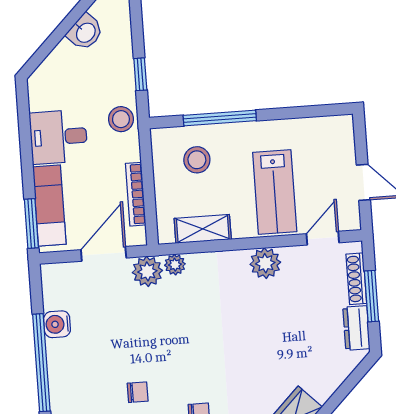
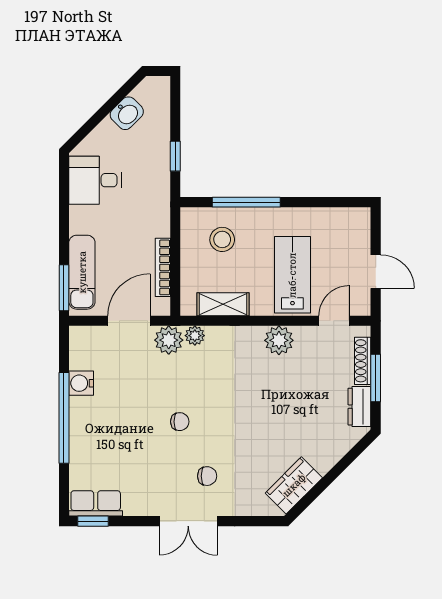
stool: (121, 119) -> (154, 197), removed
desk: (59, 137) -> (95, 180), moved
lab bench: (275, 192) -> (292, 275), turned 180
chair: (138, 392) -> (180, 422), moved

